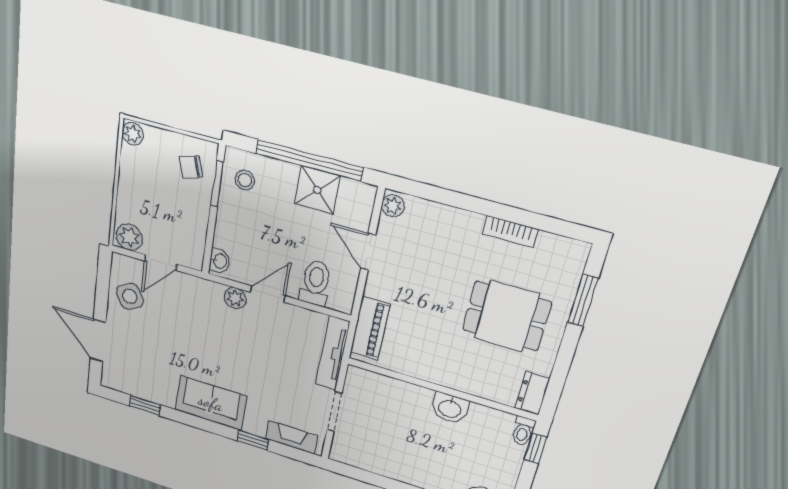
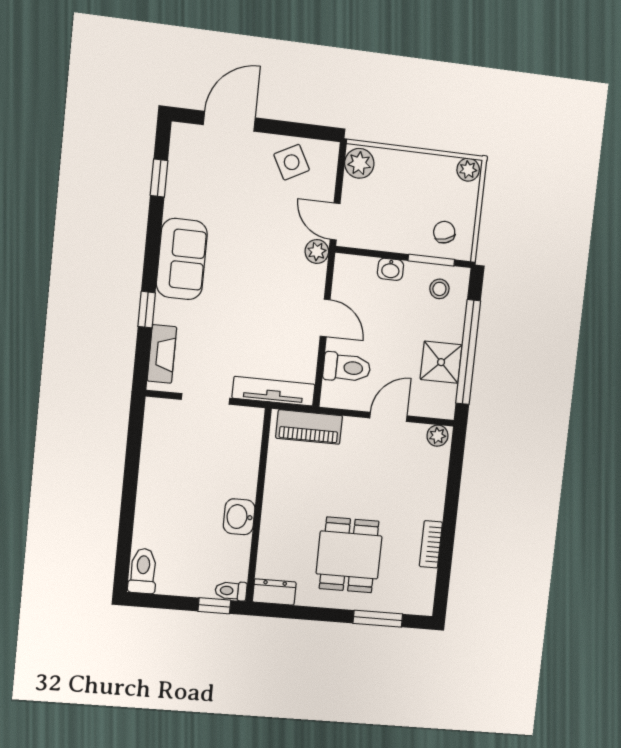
washbasin: (220, 261) -> (390, 269), moved
door: (161, 263) -> (335, 221), moved
plant: (235, 298) -> (317, 251), moved

